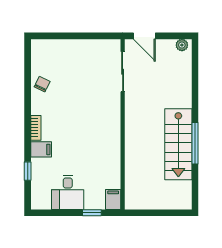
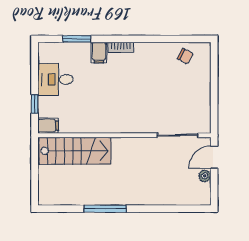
plant: (182, 45) -> (205, 176), moved
chair: (42, 84) -> (185, 56), moved
stairs: (178, 144) -> (75, 151), moved, turned 180
window: (28, 171) -> (77, 39), width x1.50

